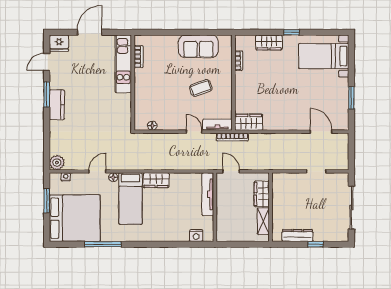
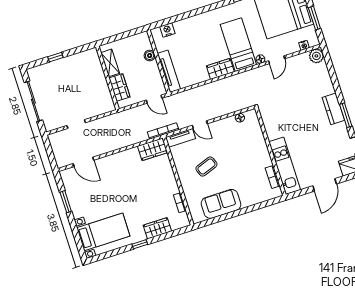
boiler: (222, 216) -> (150, 56), added
dresser: (297, 235) -> (75, 60), removed

